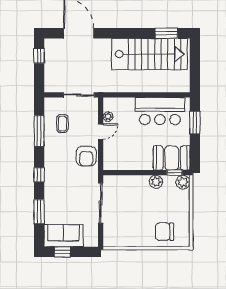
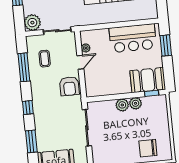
plant: (53, 83) -> (32, 23), added
plant: (183, 182) -> (122, 105), moved

